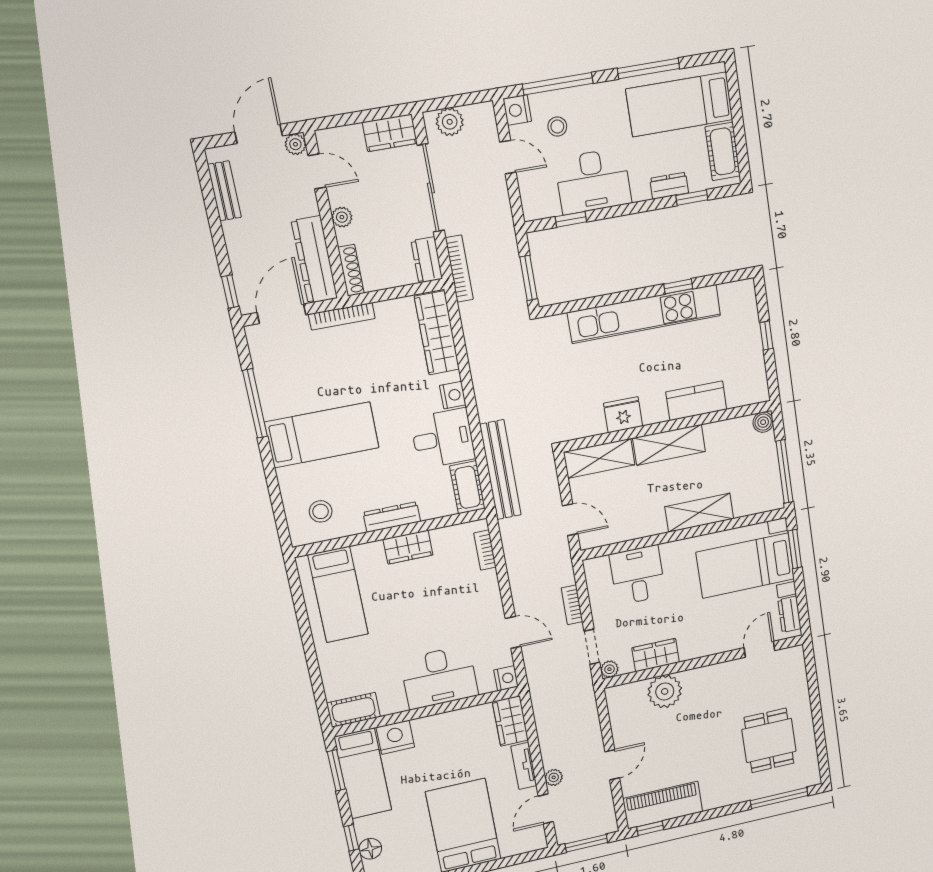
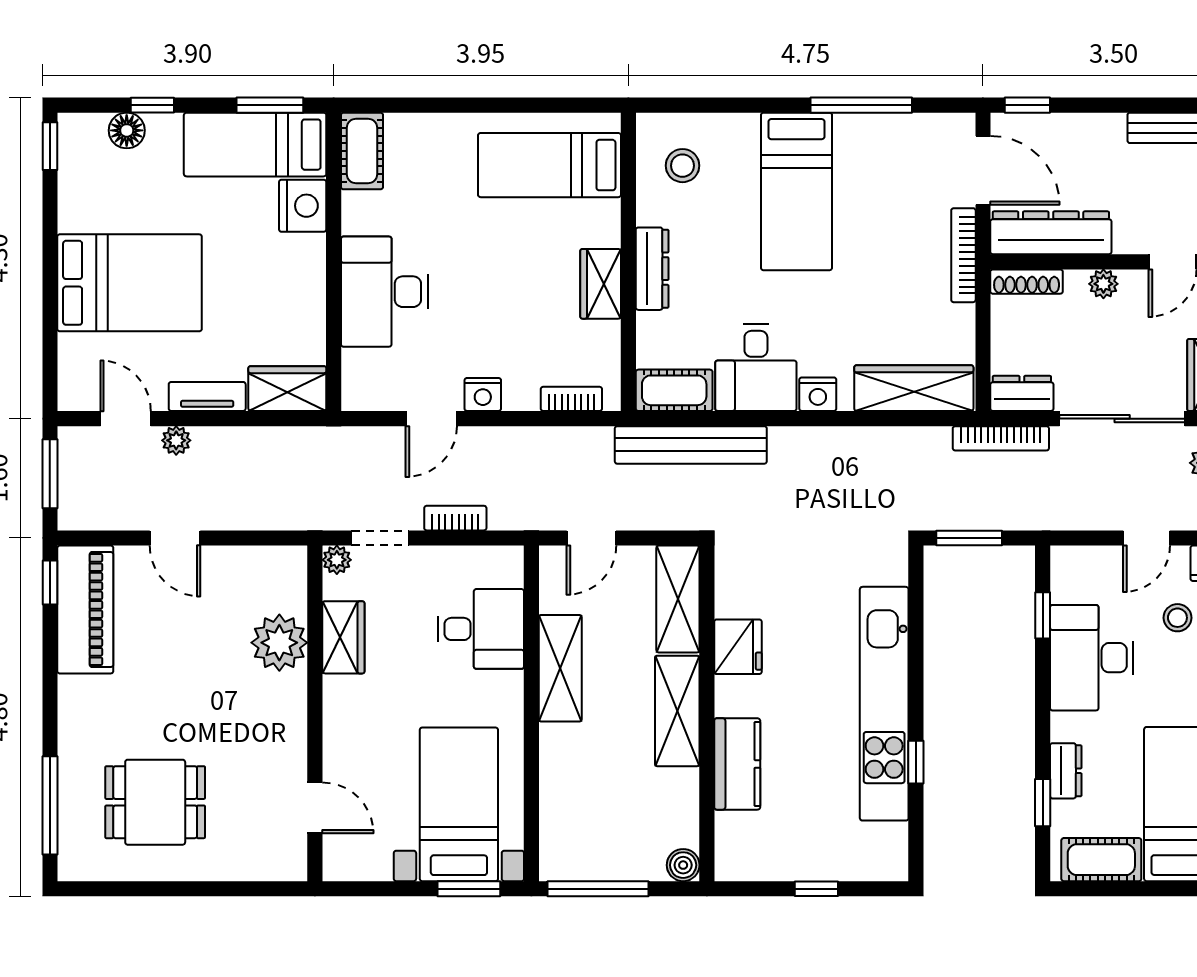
shelving: (699, 513) -> (560, 668), moved
dresser: (789, 614) -> (363, 865), removed
nightstand: (506, 678) -> (483, 394), moved

